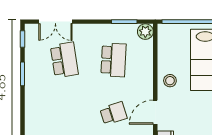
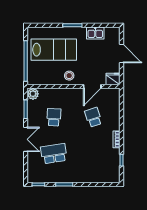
double door: (55, 22) -> (26, 139), moved
school desk: (113, 60) -> (54, 117), width x0.54
door: (155, 112) -> (92, 86), hinge flipped

